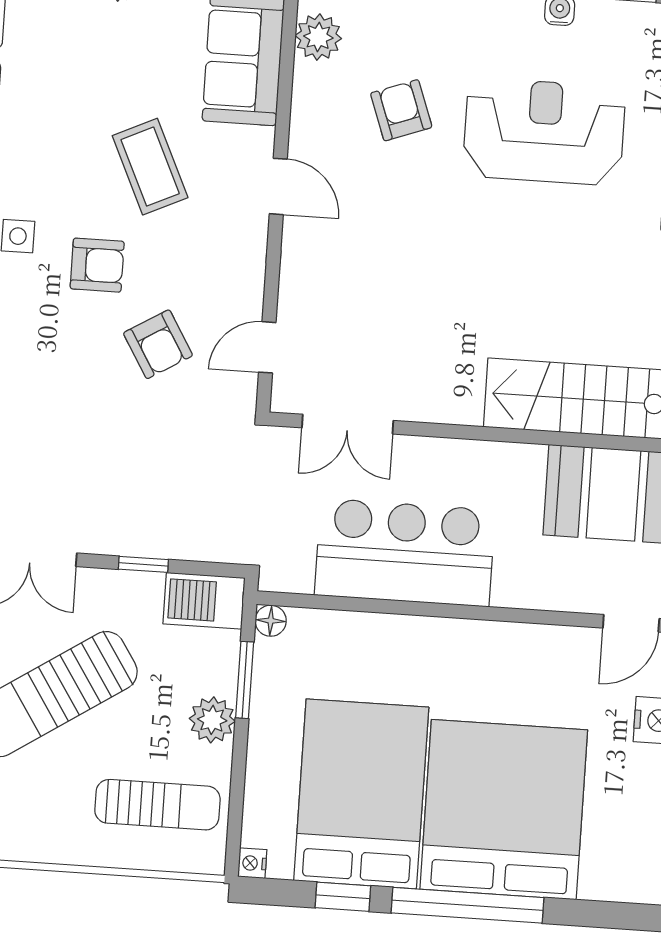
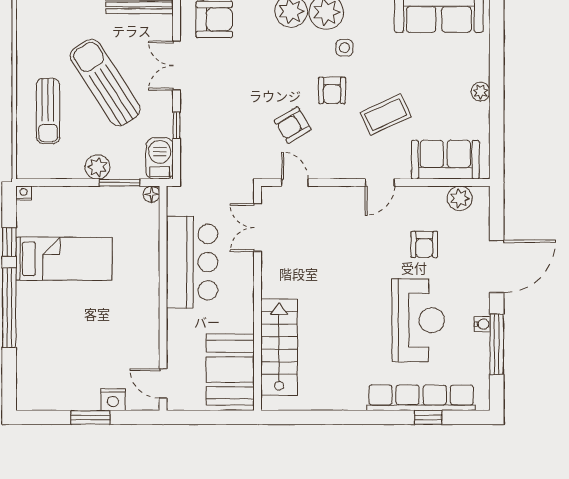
armchair: (401, 110) -> (424, 244), turned 110
bed: (361, 794) -> (64, 259), width x0.67
sun lounger: (157, 805) -> (48, 111), moved
bed: (504, 810) -> (61, 323), removed

